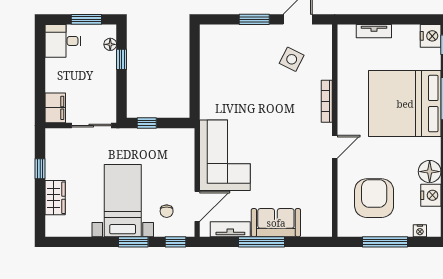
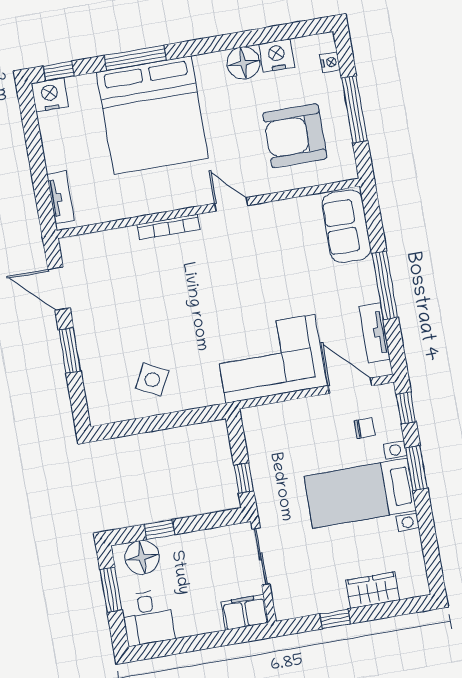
tv unit: (374, 31) -> (60, 197), moved
floor lamp: (110, 44) -> (142, 557), width x1.89, depth x1.89
side table: (292, 59) -> (152, 380), moved
sofa: (276, 223) -> (346, 226), moved

